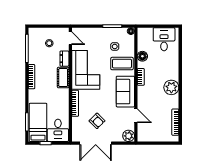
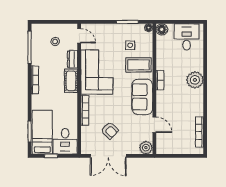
floor lamp: (142, 56) -> (162, 29), moved
plant: (171, 87) -> (195, 80), moved

